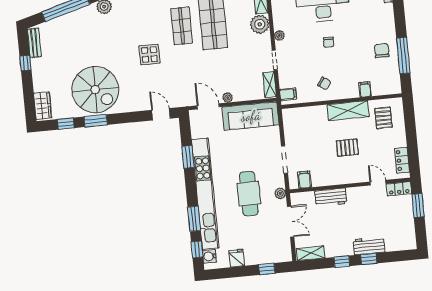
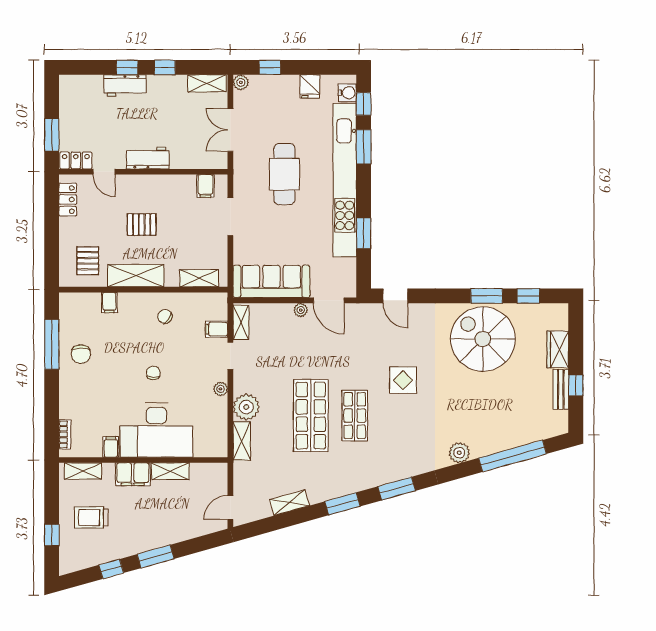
bench: (34, 43) -> (561, 389), moved
filing cabinet: (288, 94) -> (217, 329), moved
wardrobe: (43, 106) -> (558, 349), moved
shelving: (302, 113) -> (199, 278), added
plant: (280, 193) -> (241, 82), moved
workbench: (331, 197) -> (148, 158), moved

